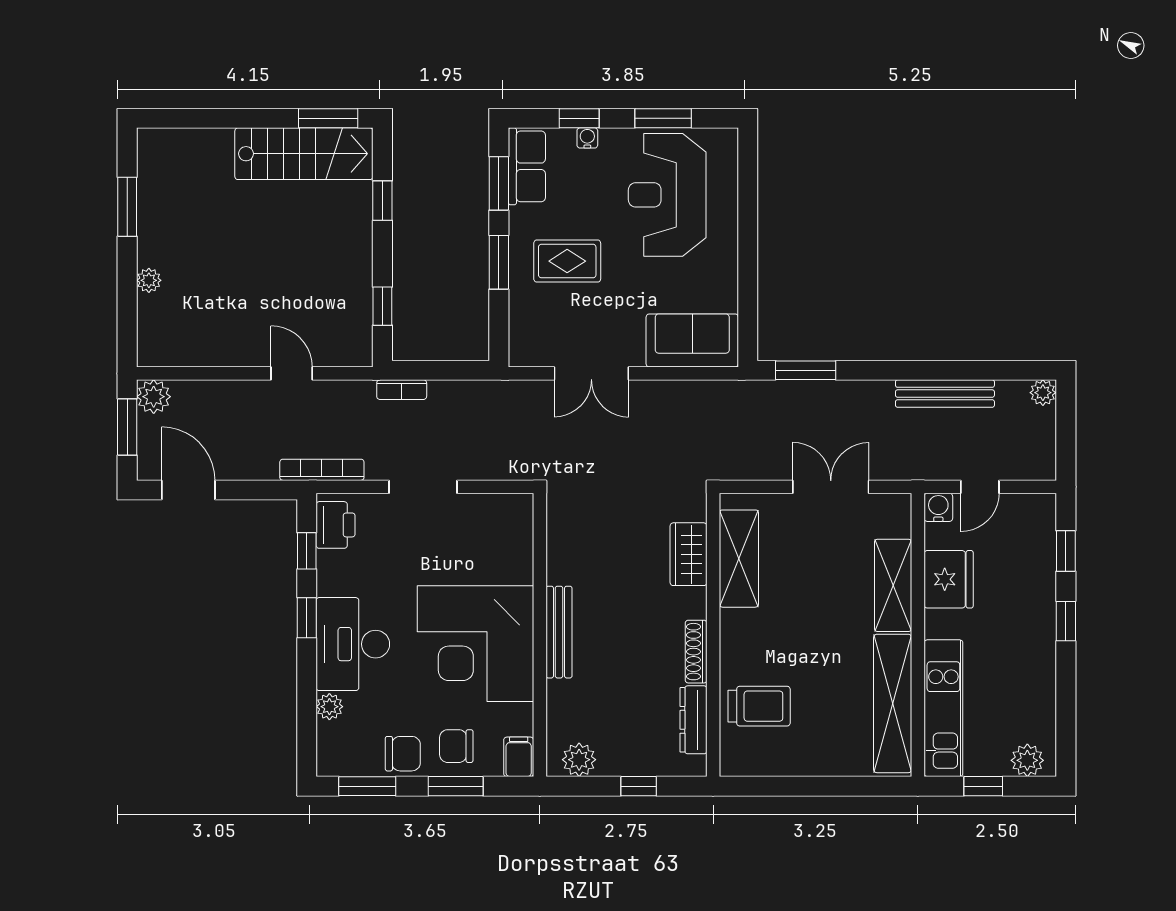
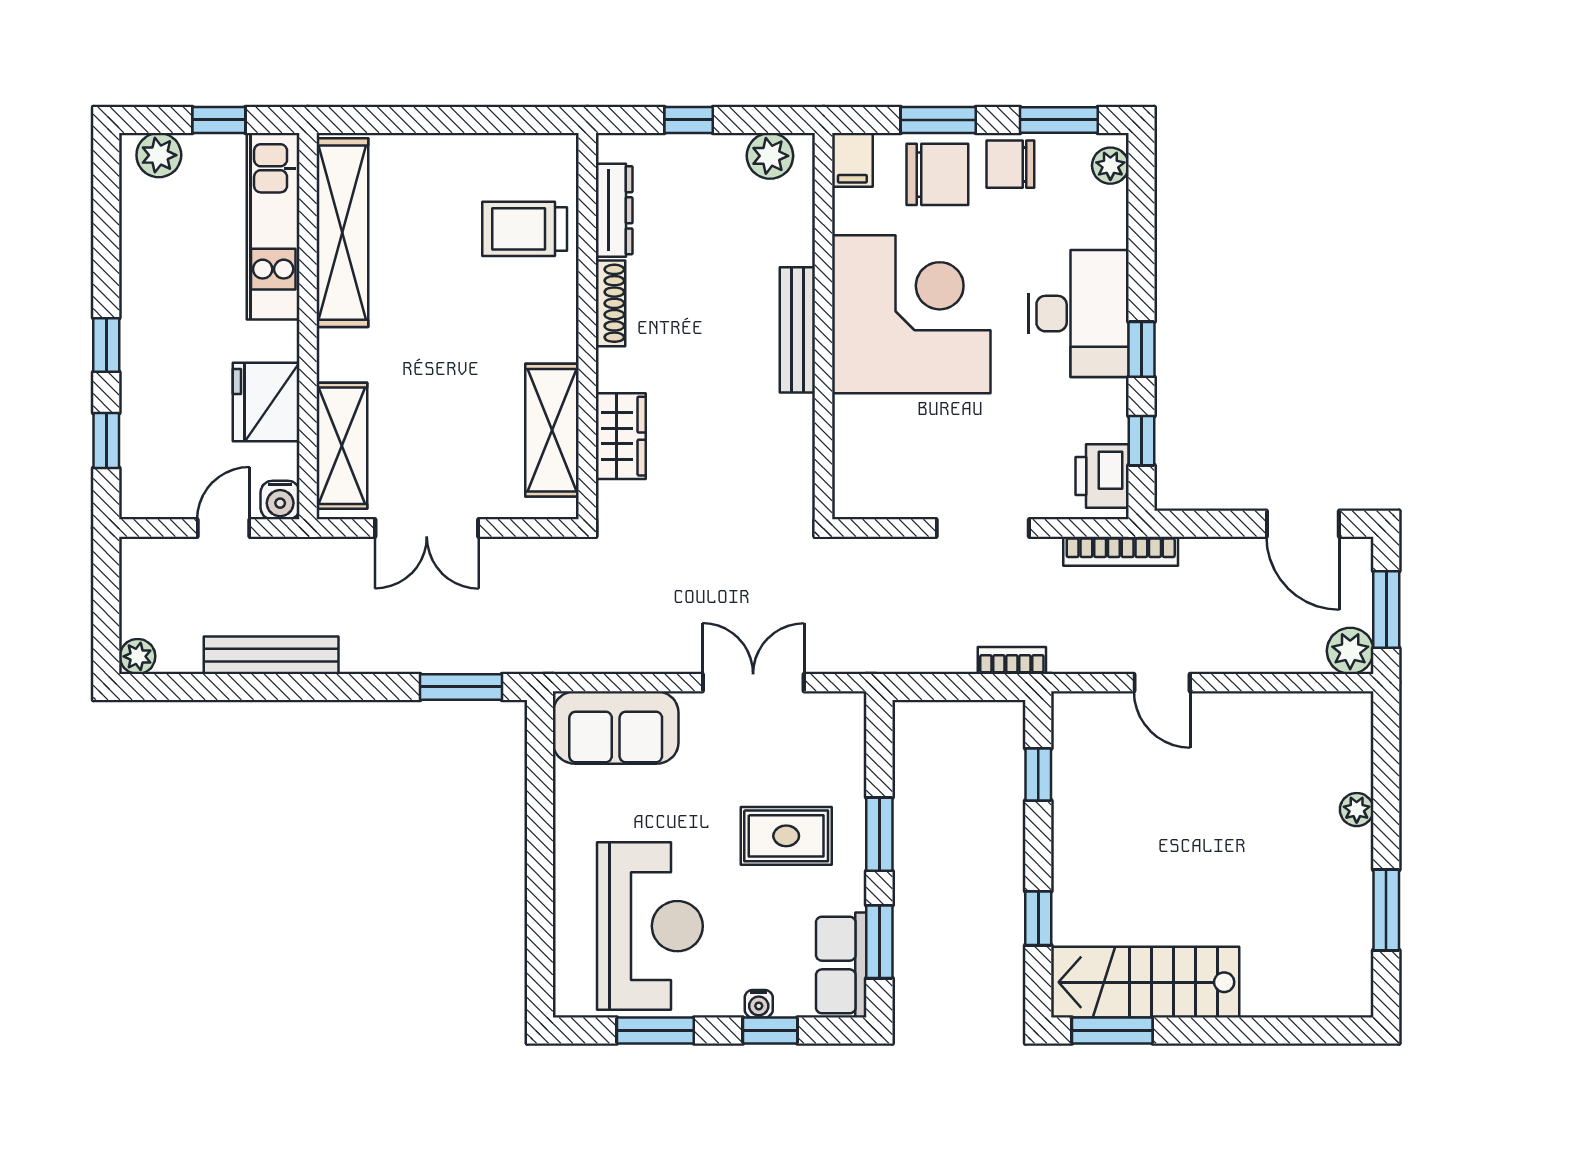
shelving: (893, 585) -> (342, 446), moved
plant: (329, 707) -> (1110, 166), moved
chair: (456, 746) -> (937, 174), width x1.37, depth x1.37

